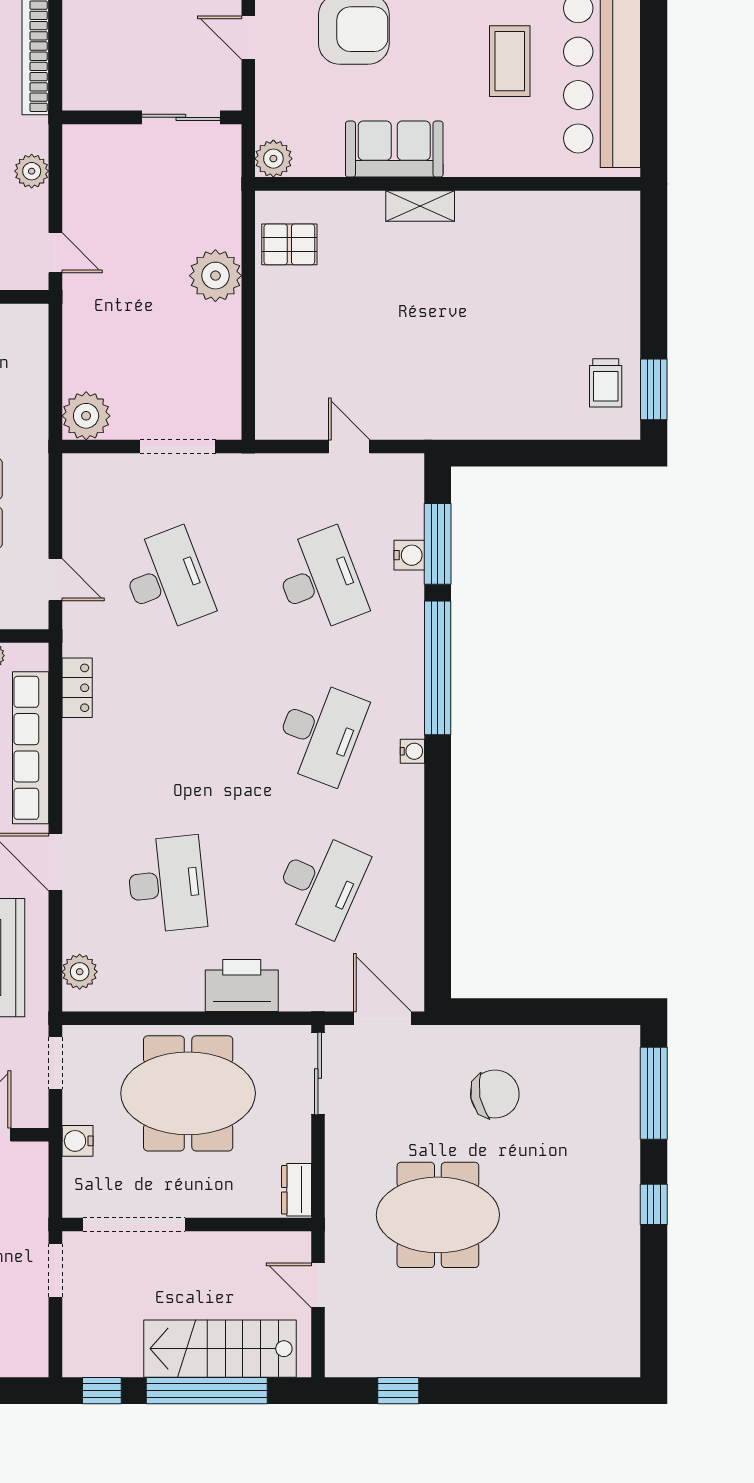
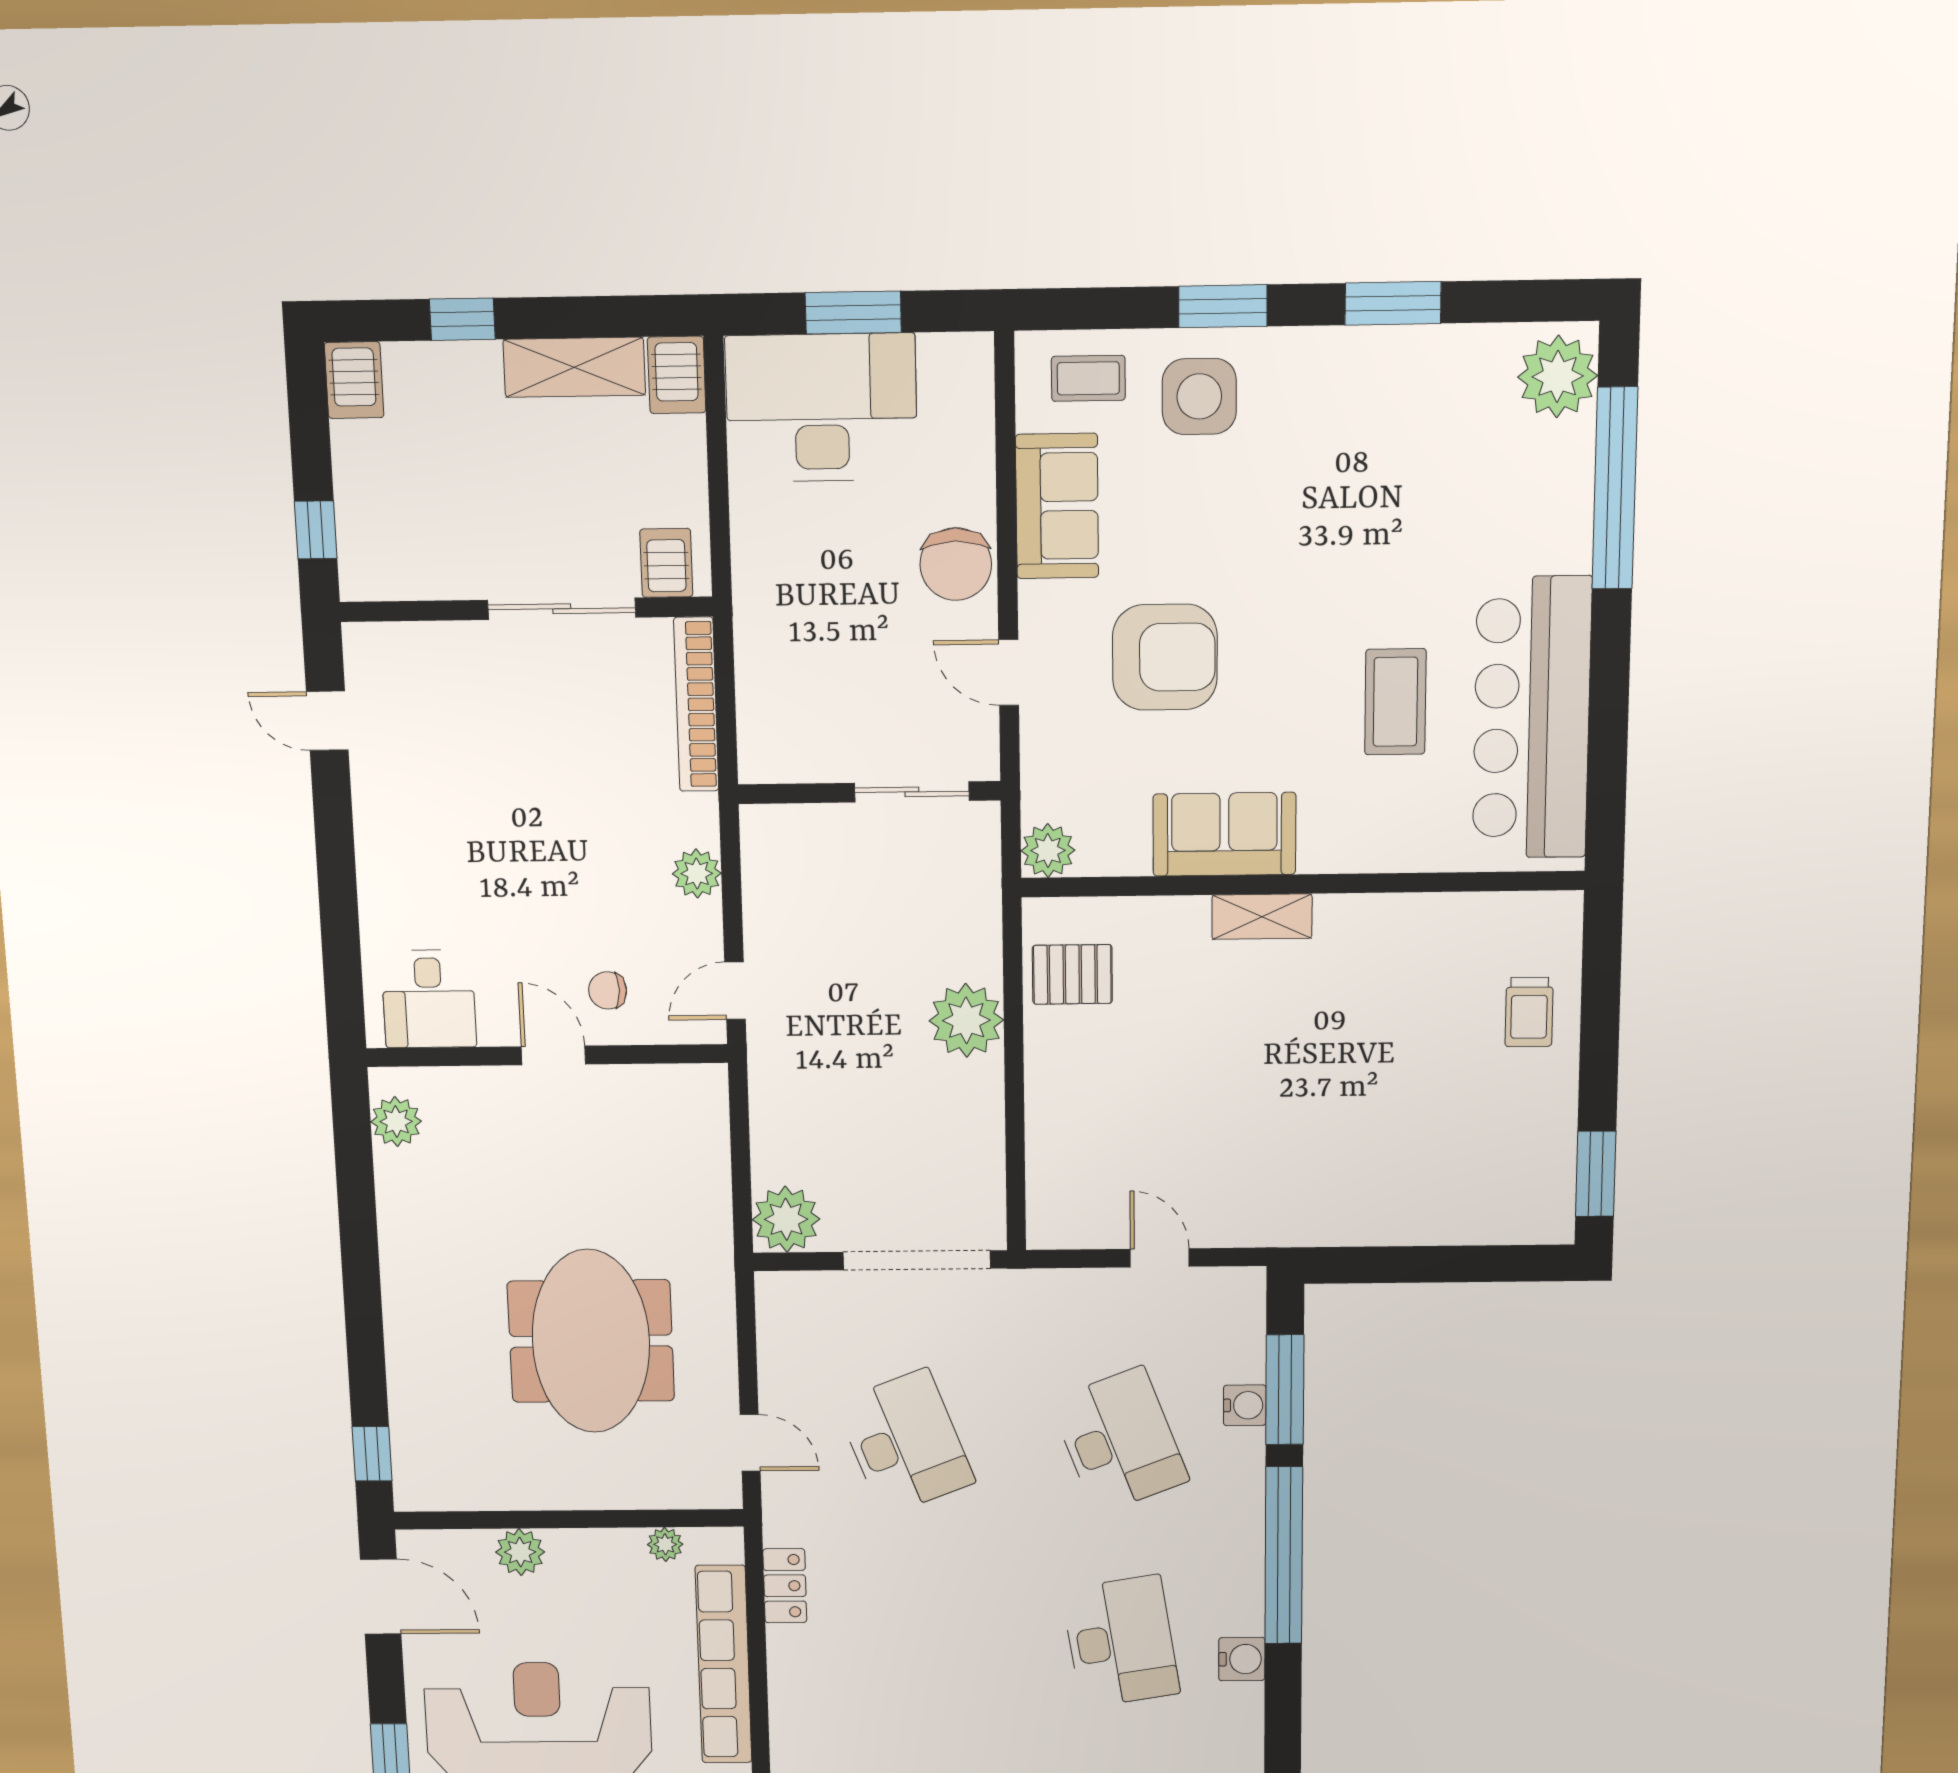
door: (55, 253) -> (735, 991), swing flipped
trolley: (606, 383) -> (1529, 1012), moved
doorway: (178, 446) -> (917, 1260), width x1.36
desk: (320, 732) -> (1121, 1641), turned -30
water cooler: (412, 751) -> (1242, 1659), width x1.38, depth x1.38

